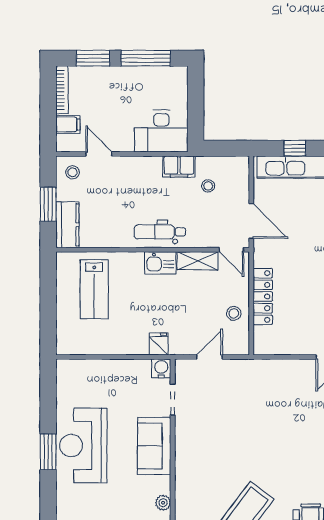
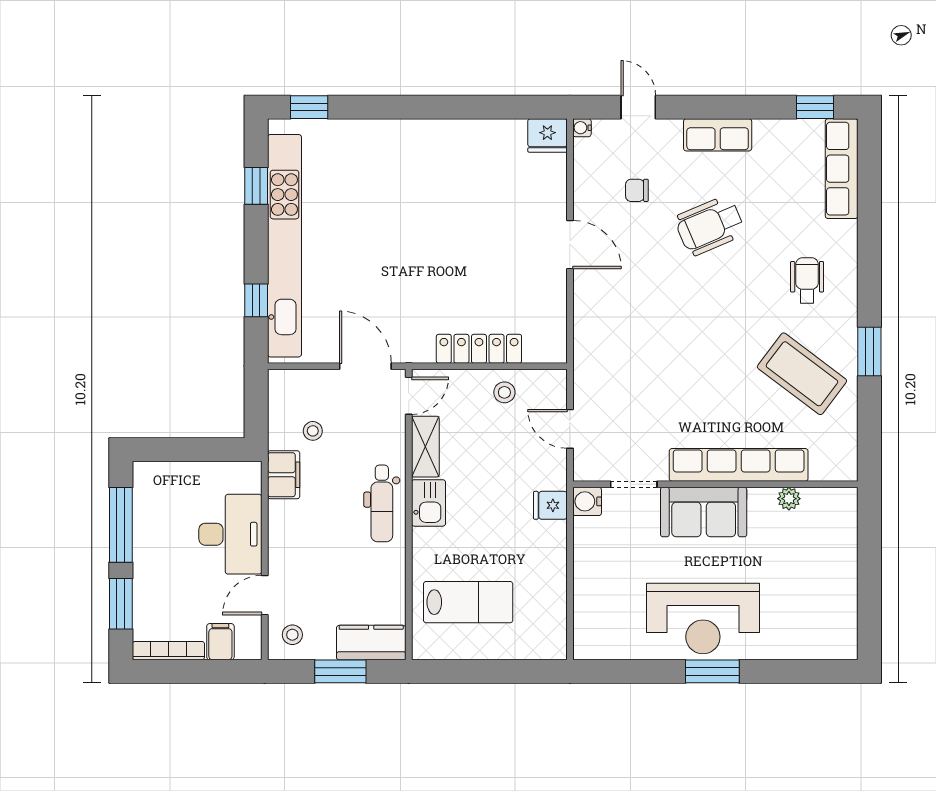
desk: (161, 131) -> (230, 534), moved
door: (251, 221) -> (365, 366), hinge flipped
row of seats: (185, 469) -> (739, 465), added

